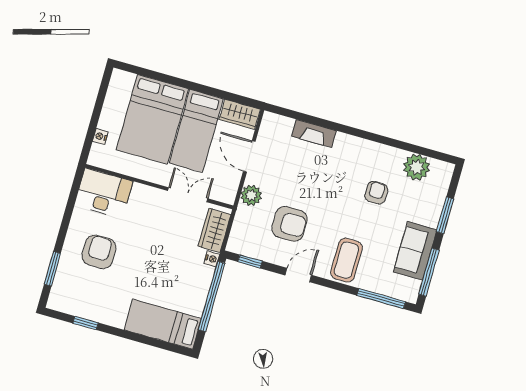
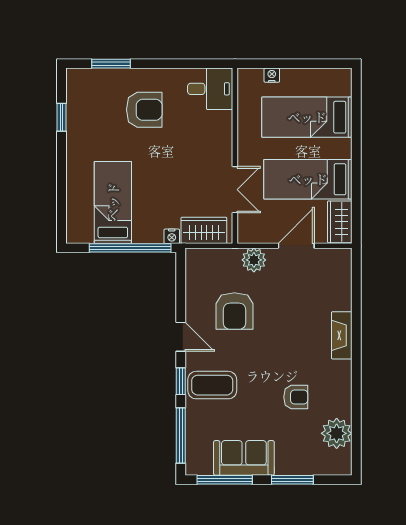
bed: (152, 119) -> (307, 117), width x0.67
fireplace: (314, 133) -> (342, 335), moved
desk: (104, 193) -> (210, 89), width x0.73
window: (250, 261) -> (181, 381), moved
bed: (163, 324) -> (113, 202), moved

